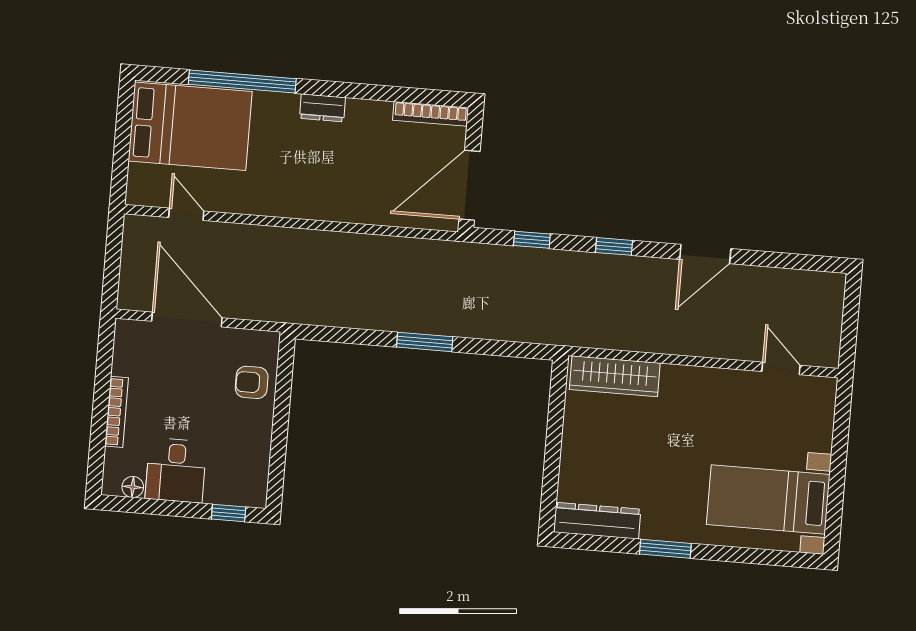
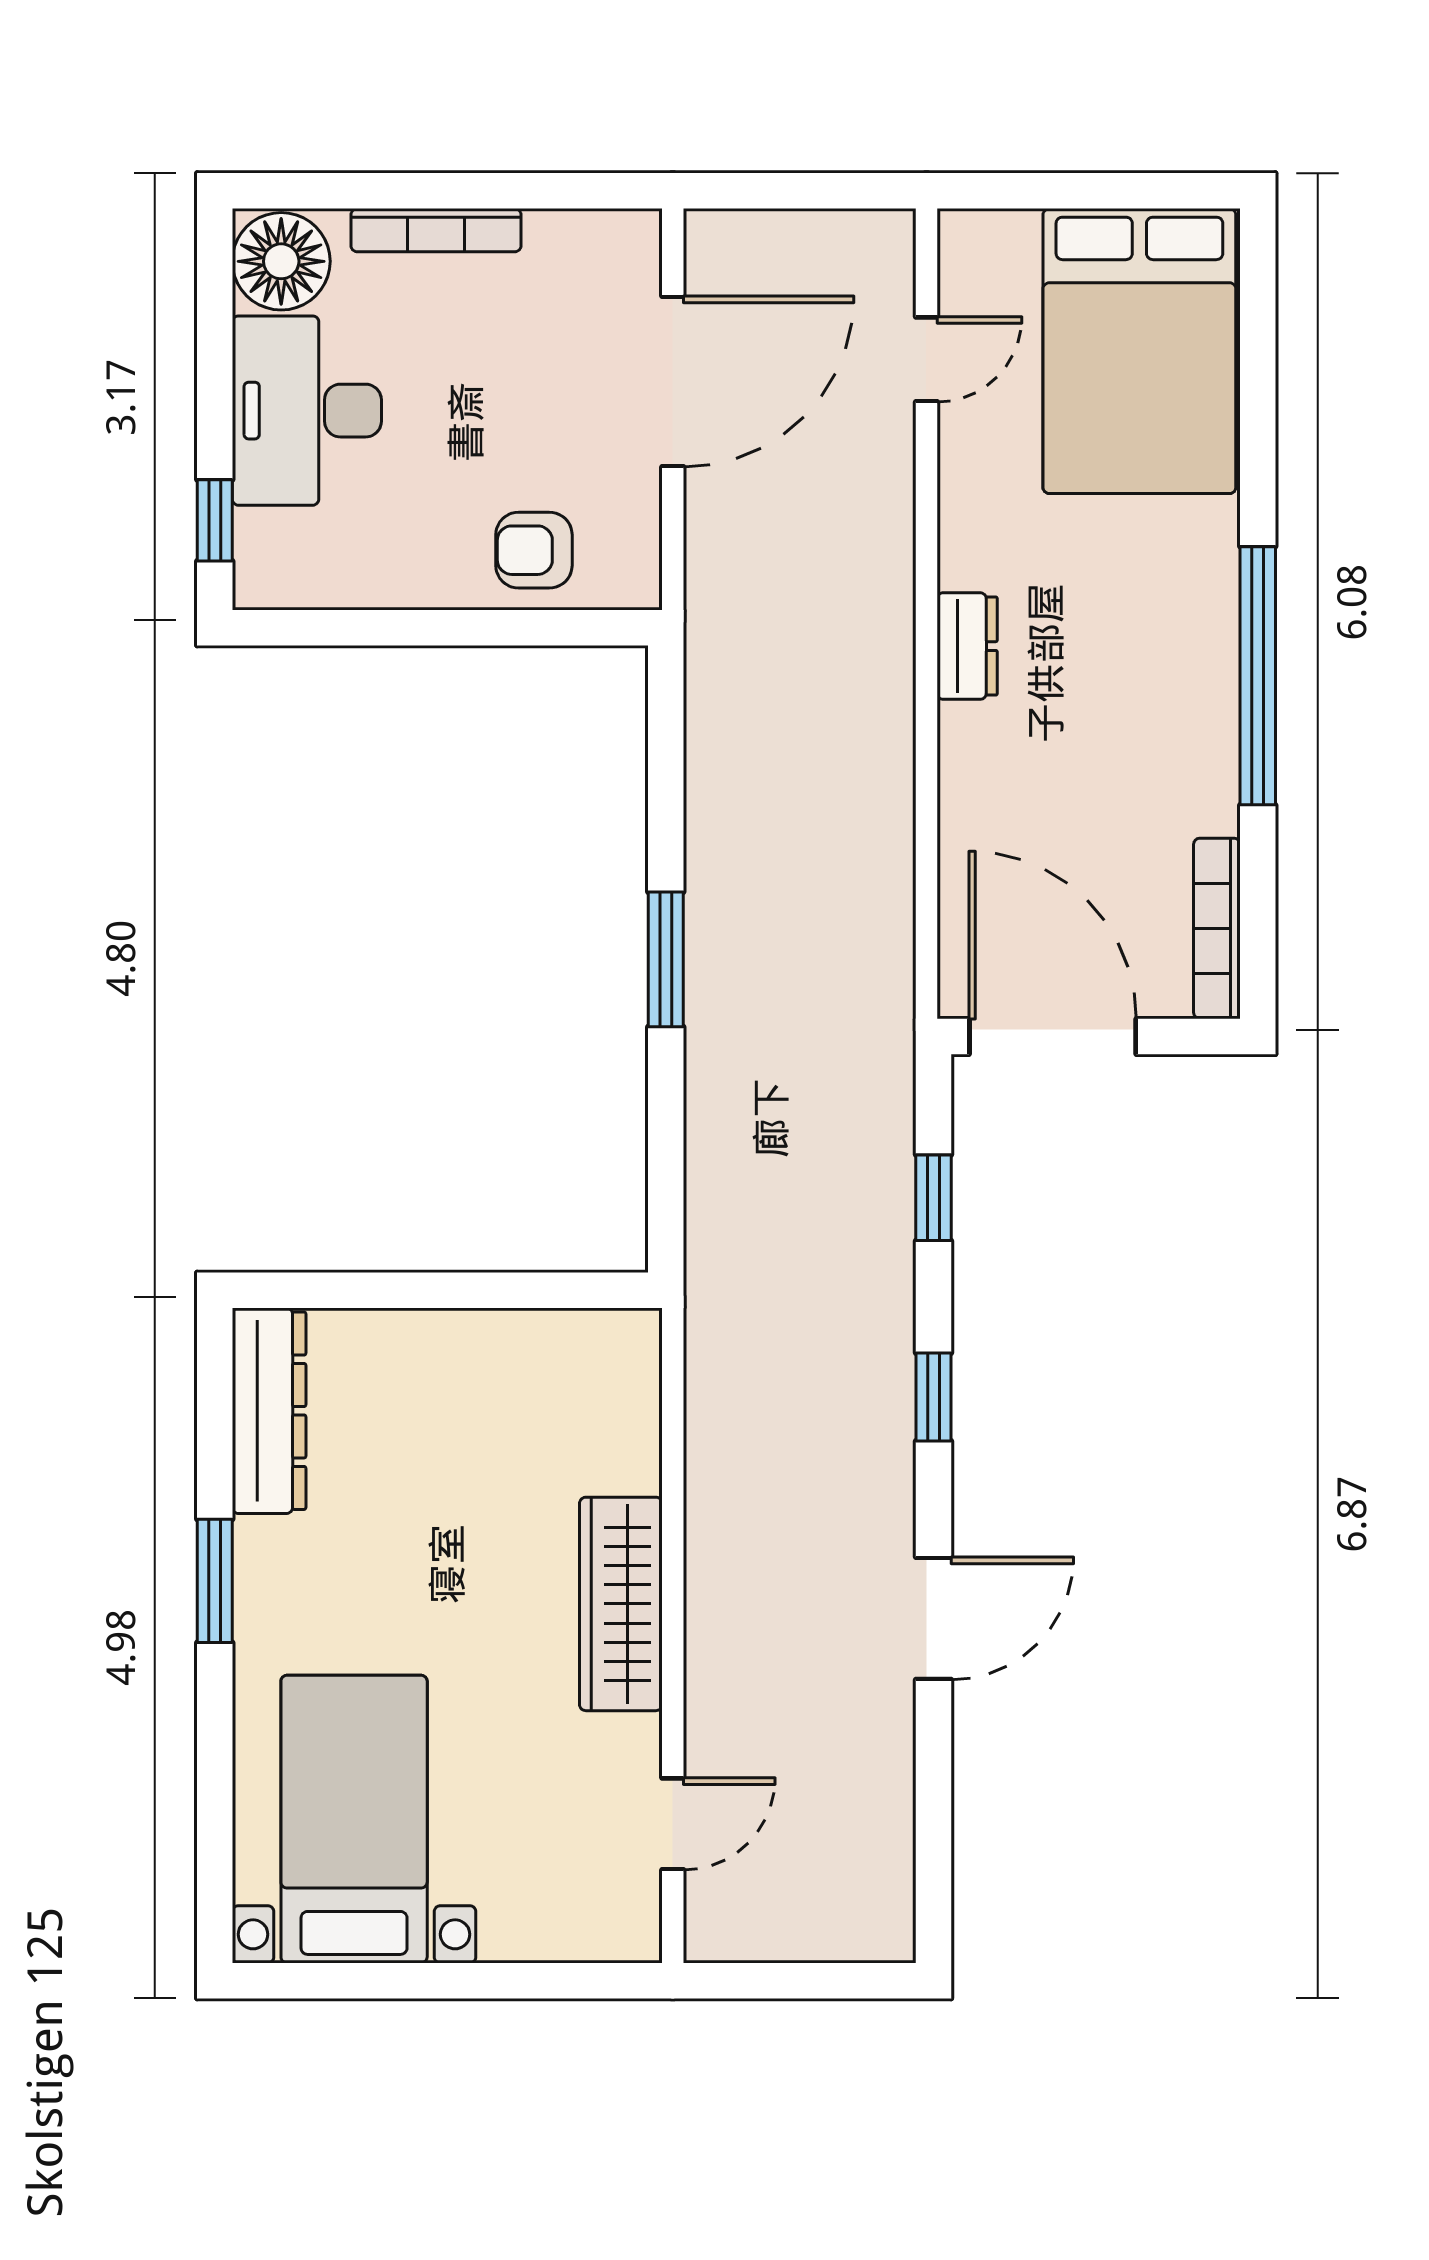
window: (242, 81) -> (1258, 676), moved
dresser: (322, 108) -> (967, 646), moved, turned 180
door: (705, 254) -> (933, 1618), swing flipped
wardrobe: (615, 376) -> (621, 1604), moved
armchair: (252, 382) -> (534, 550), turned -90
desk: (176, 470) -> (307, 411), width x1.37
floor lamp: (133, 487) -> (281, 261), width x1.89, depth x1.89

